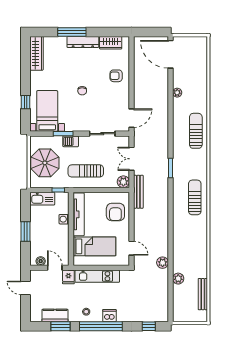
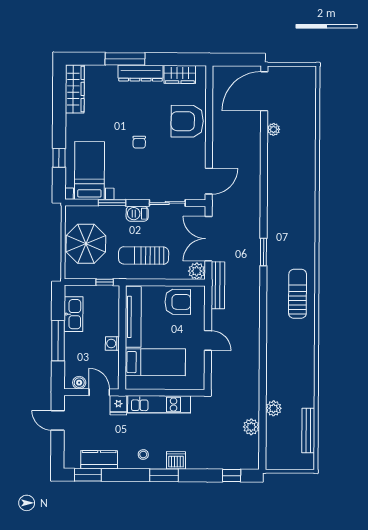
door: (170, 54) -> (264, 91), hinge flipped
armchair: (116, 76) -> (187, 121), width x1.88, depth x1.88
plant: (177, 93) -> (274, 129), moved
sun lounger: (196, 131) -> (300, 200), removed
barbecue: (71, 141) -> (137, 214), moved
double door: (132, 159) -> (208, 239), width x1.37
kitchen sink: (42, 199) -> (74, 314), moved, turned -90
armchair: (115, 212) -> (178, 302), moved, turned -90
washing machine: (64, 219) -> (112, 343), moved
window: (25, 231) -> (58, 341), width x1.44
door: (132, 248) -> (208, 340), moved
plant: (163, 263) -> (251, 427), moved
window: (60, 326) -> (88, 475), moved
window: (101, 326) -> (164, 475), width x0.47

